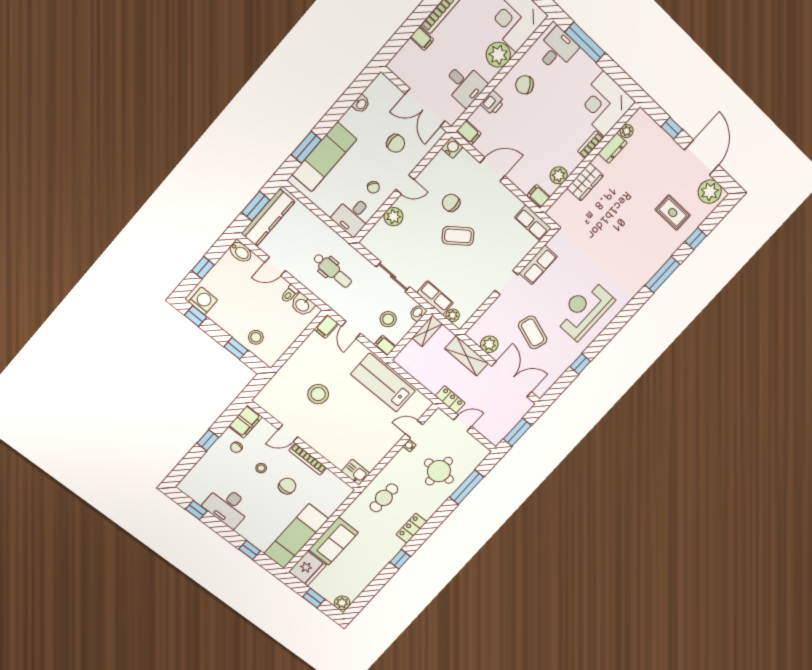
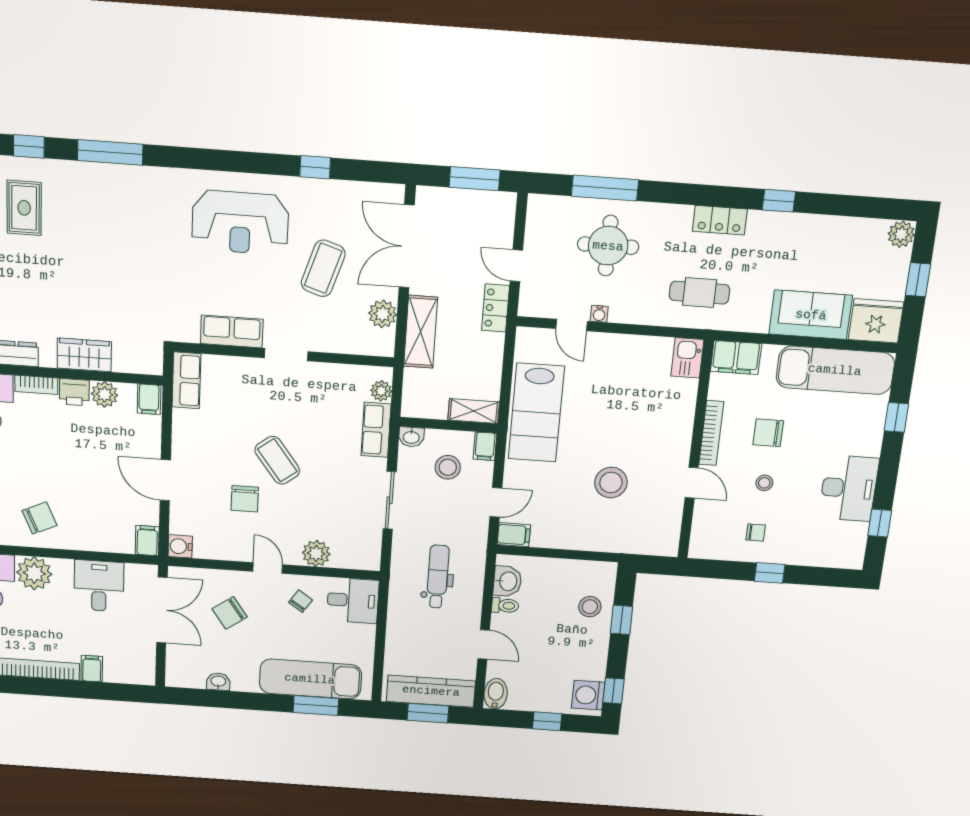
chair: (525, 85) -> (39, 518), turned -80
printer: (492, 103) -> (74, 392), moved, turned 180
chair: (396, 143) -> (230, 613), turned -125
shelving: (427, 331) -> (474, 411), moved
filing cabinet: (245, 422) -> (736, 357), moved, turned 180

